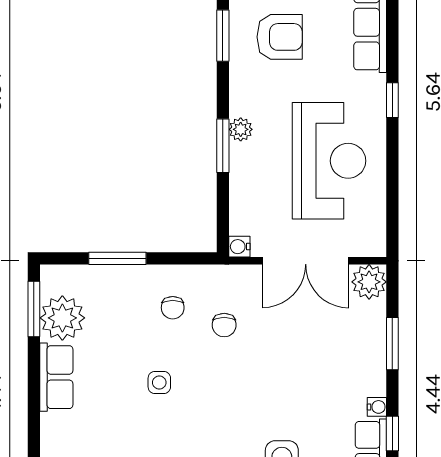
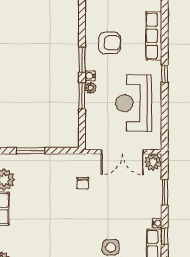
window: (223, 36) -> (82, 59), moved
reception desk: (329, 161) -> (134, 103), turned 180
water cooler: (239, 247) -> (90, 76), moved
chair: (173, 308) -> (58, 175), removed
side table: (159, 382) -> (51, 211), removed

